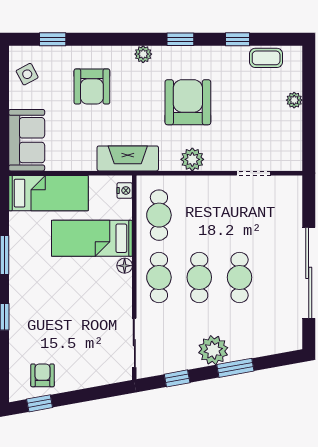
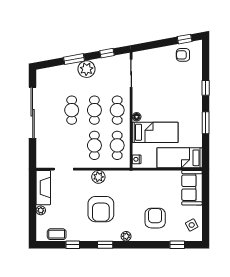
fireplace: (128, 158) -> (43, 188), moved, turned -90
cafe table: (199, 215) -> (94, 145), added
armchair: (43, 375) -> (183, 55), turned 90

